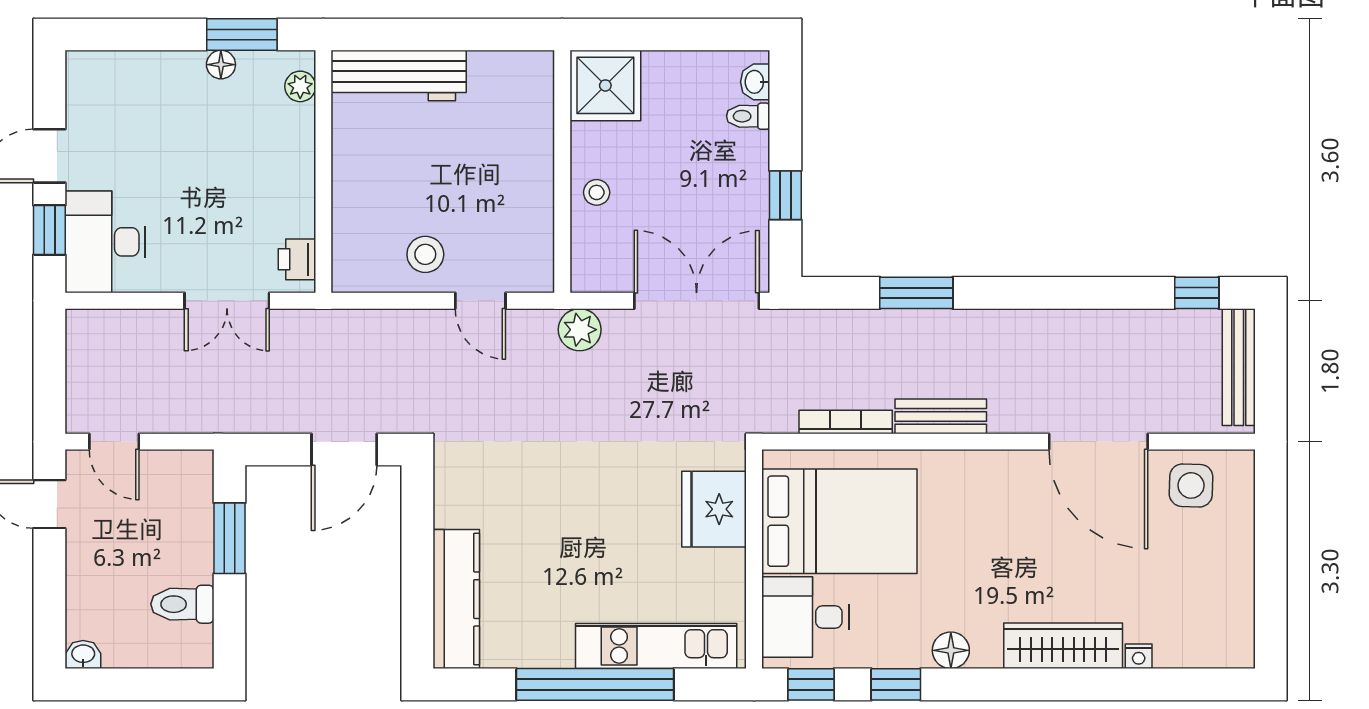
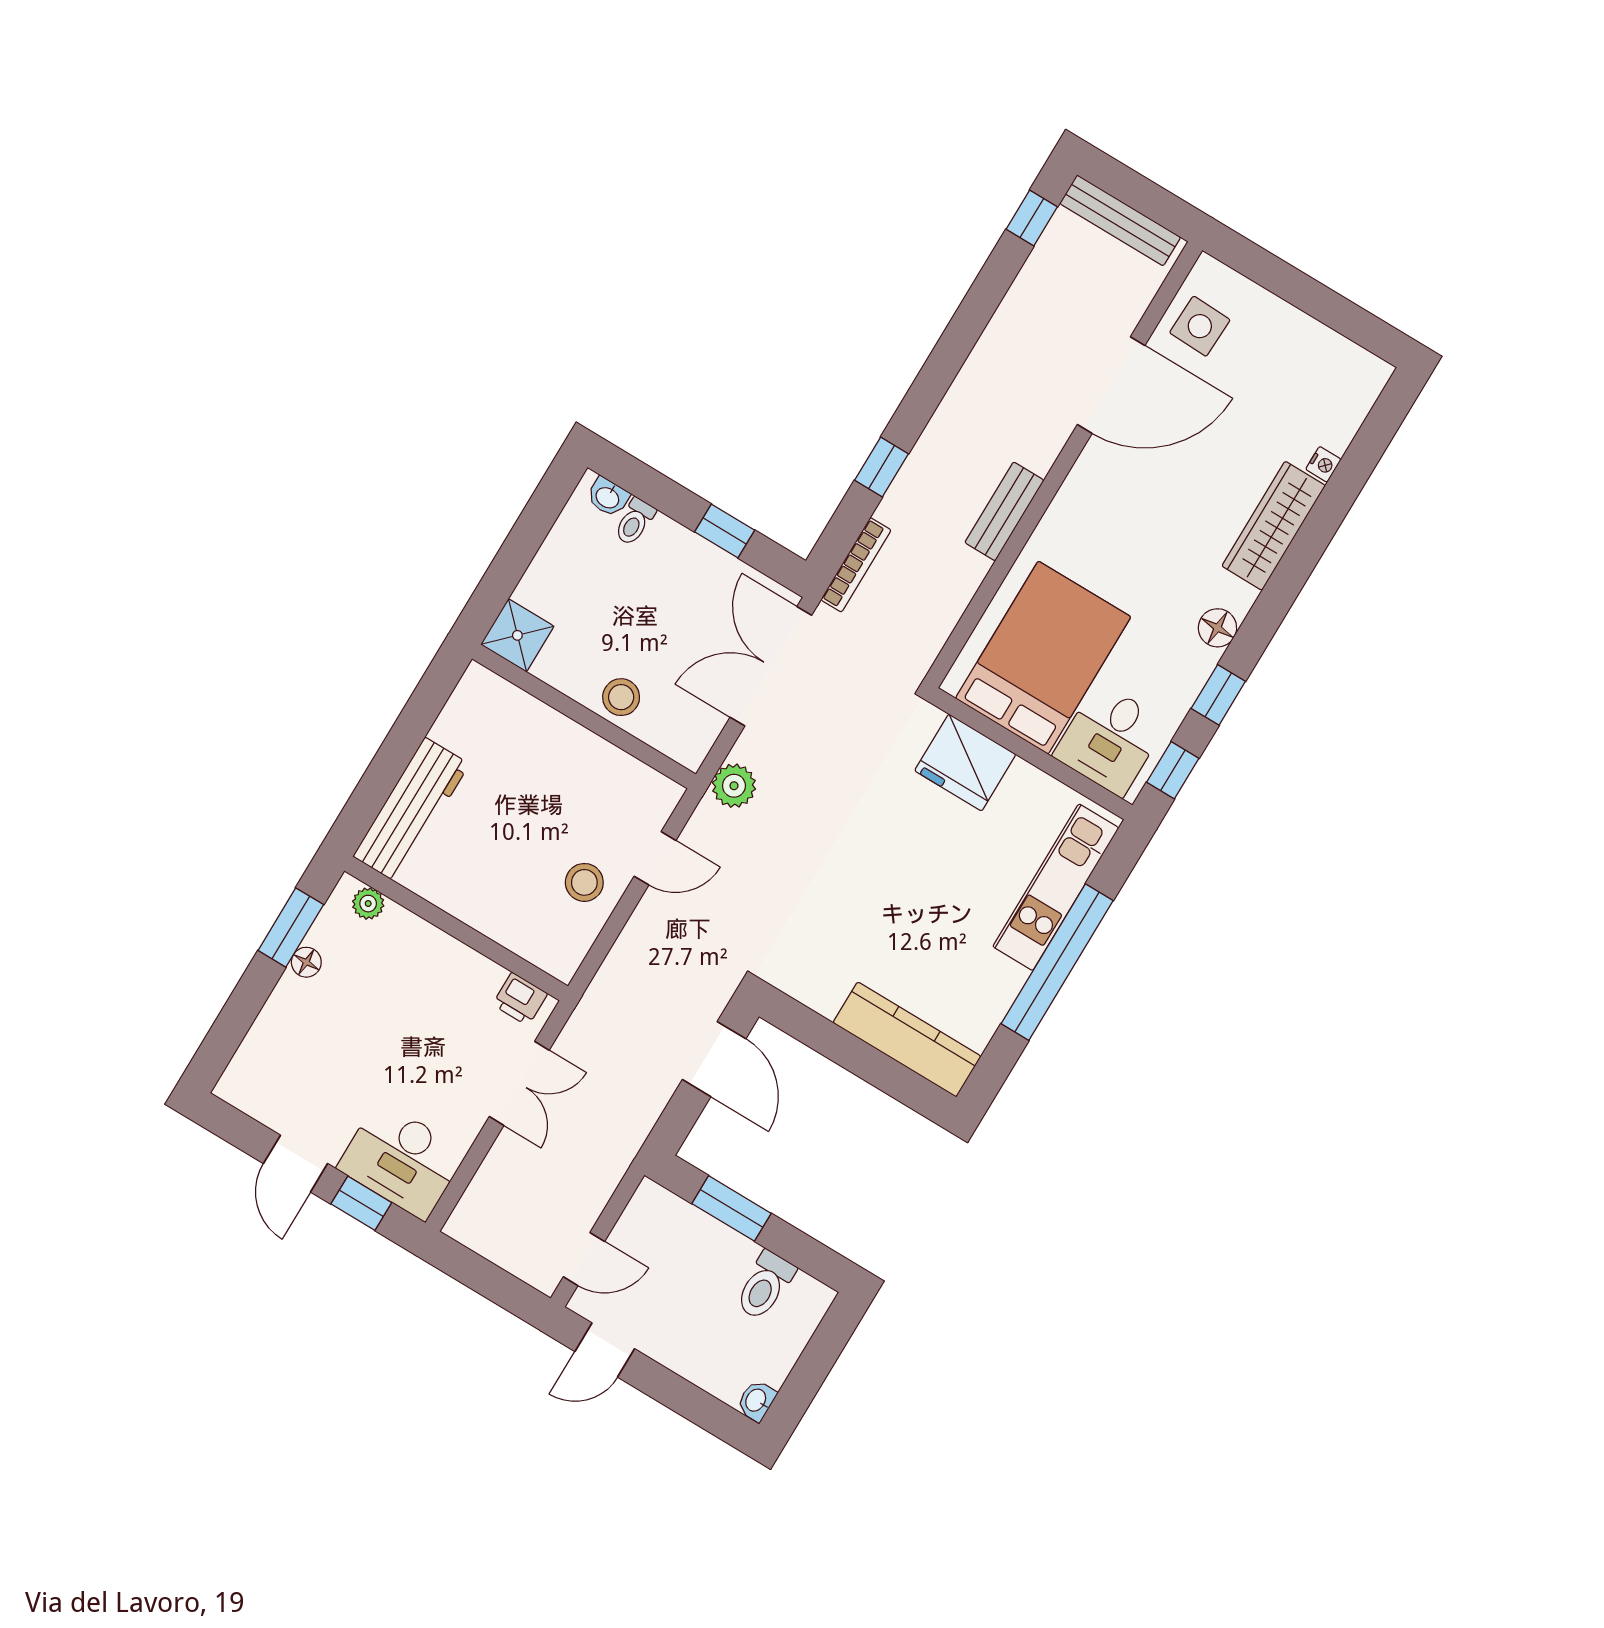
shower: (605, 85) -> (517, 635), width x0.73, depth x0.73
stool: (597, 192) -> (621, 697), width x1.37, depth x1.37
window: (916, 293) -> (882, 467), width x0.67
bookcase: (846, 422) -> (856, 565), moved, turned 180

